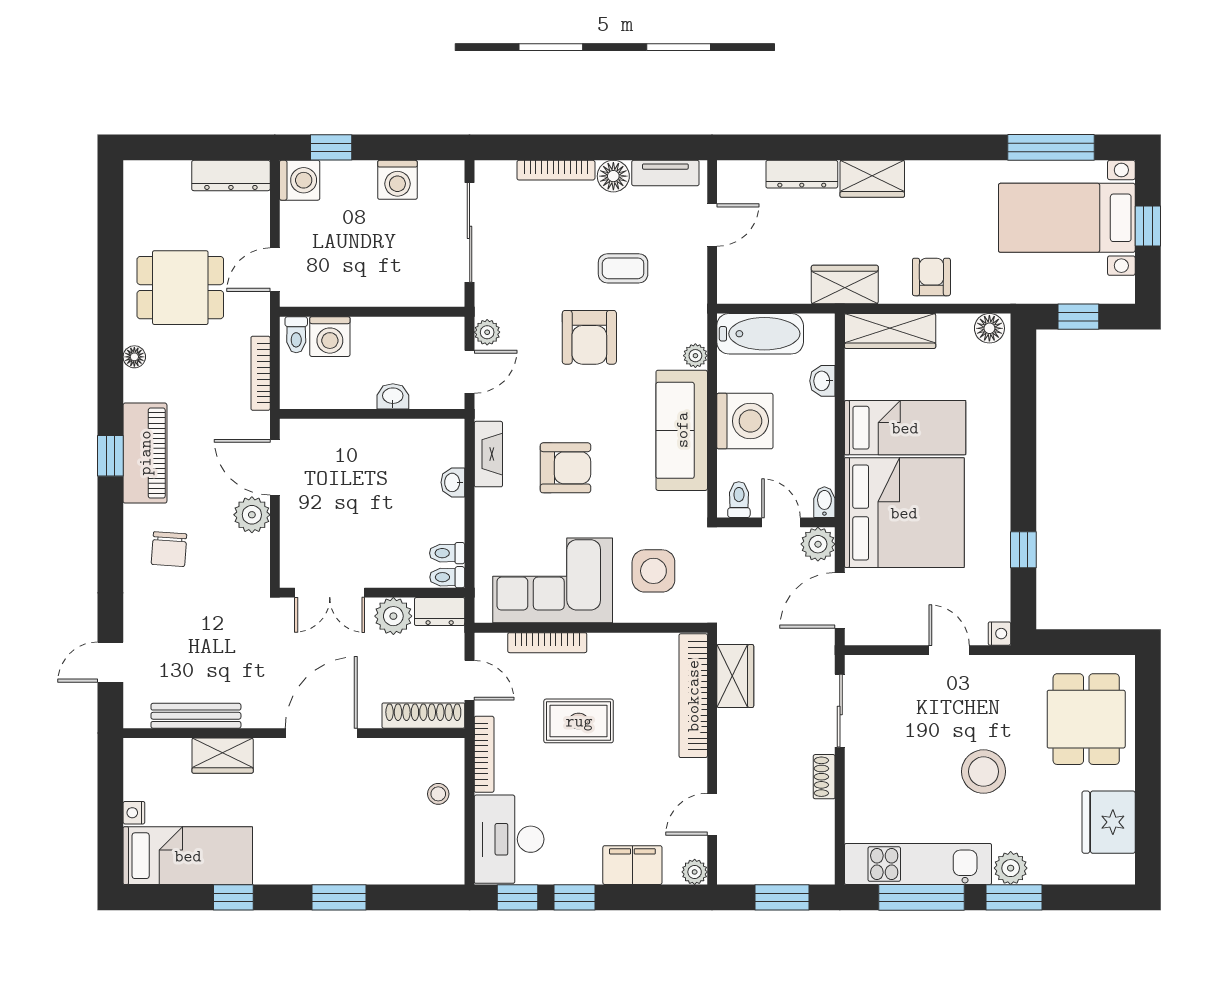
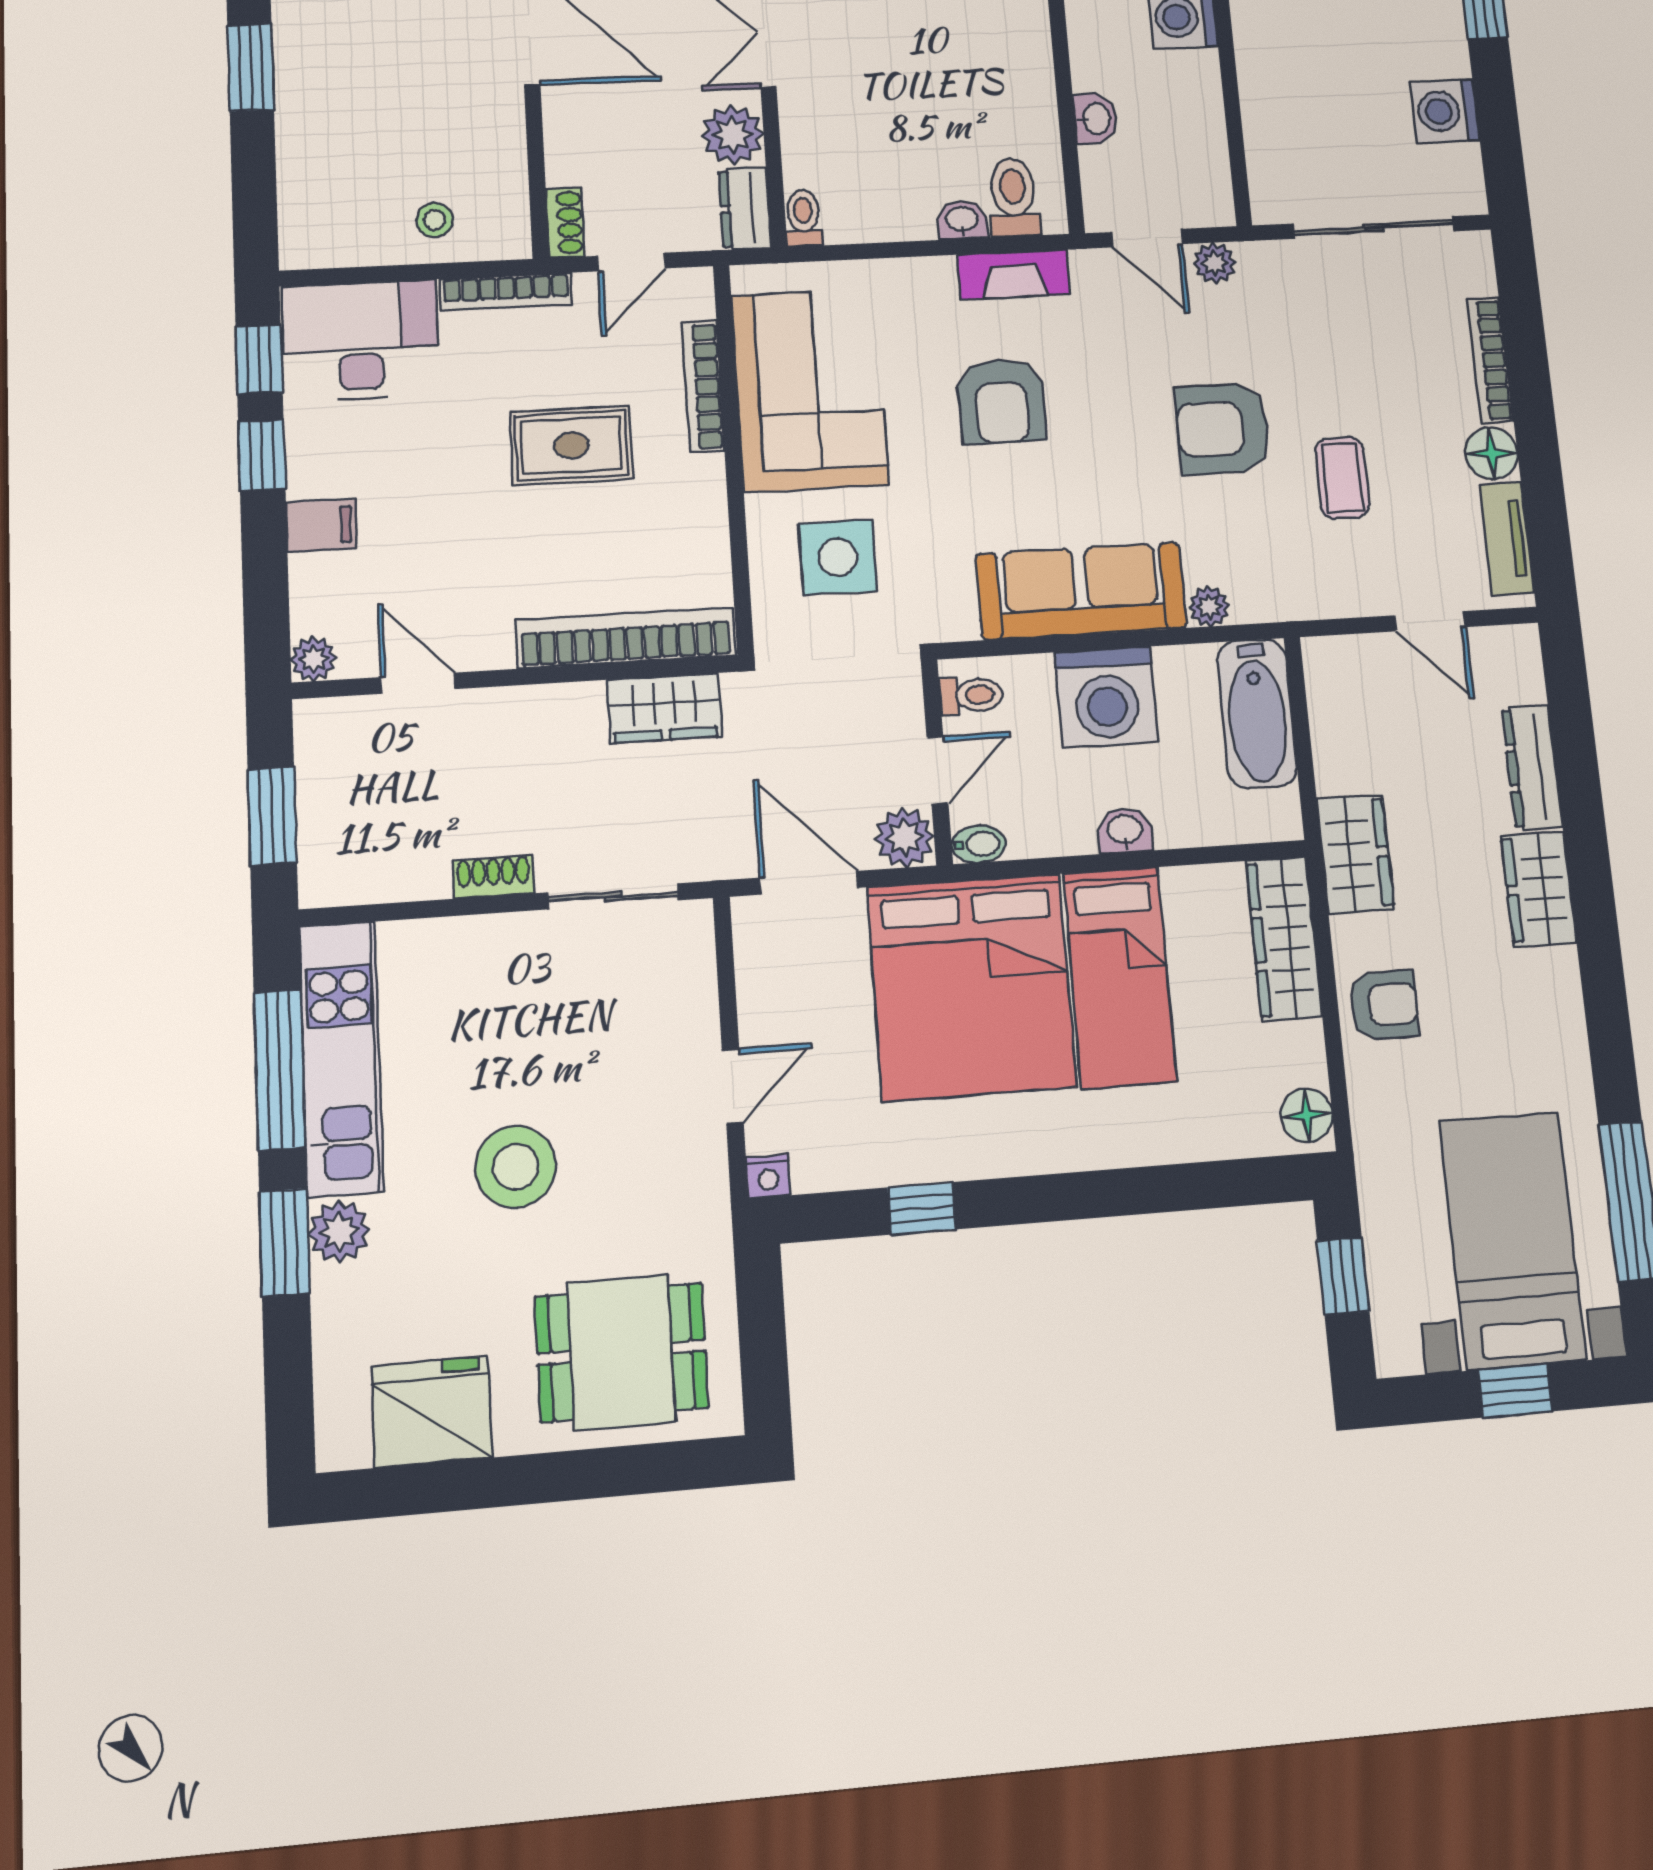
washbasin: (822, 381) -> (1125, 831), moved
toilet: (447, 553) -> (1013, 197), moved, width x1.37, depth x1.39
shoe rack: (423, 716) -> (565, 223), width x0.51, depth x0.81
rug: (579, 721) -> (571, 445), turned 90
filing cabinet: (632, 865) -> (321, 525), width x0.50

